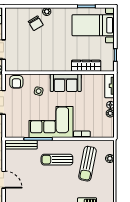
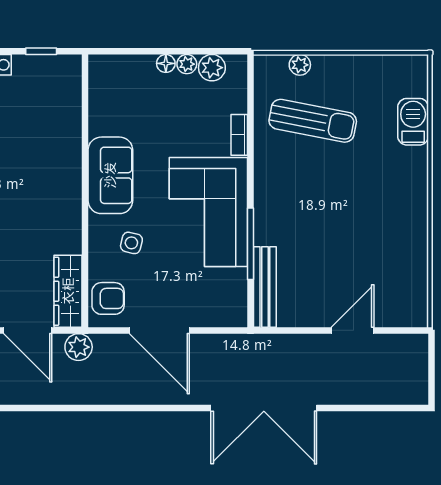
wardrobe: (86, 66) -> (68, 291), moved
tv unit: (109, 86) -> (118, 66), removed
plant: (109, 123) -> (212, 68), added
sun lounger: (57, 160) -> (303, 197), removed

